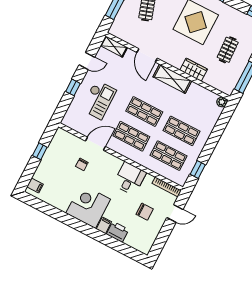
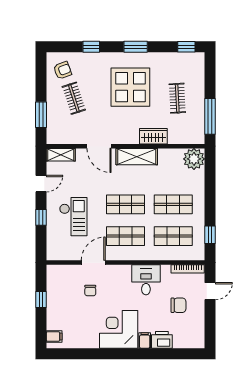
plant: (222, 102) -> (194, 159), width x1.88, depth x1.88

